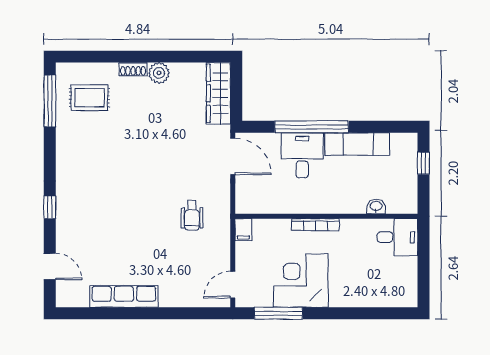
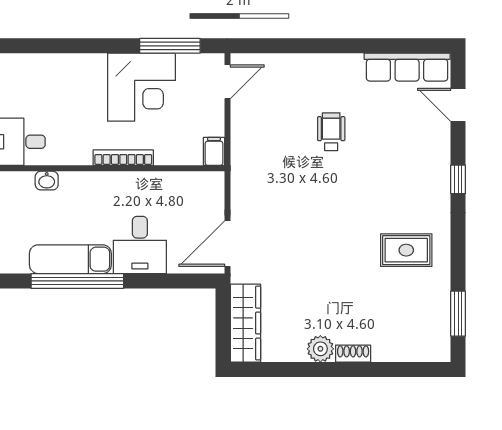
rug: (89, 98) -> (406, 250), moved
window: (50, 101) -> (458, 314), width x0.69
window: (312, 127) -> (77, 281), moved
door: (233, 156) -> (227, 244), hinge flipped
wheelchair: (192, 216) -> (331, 132), moved
row of seats: (124, 296) -> (407, 67), moved

